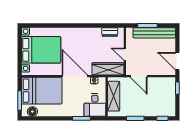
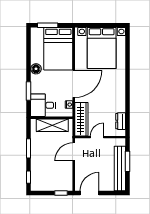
floor lamp: (32, 112) -> (36, 69), moved

